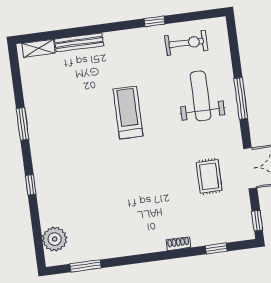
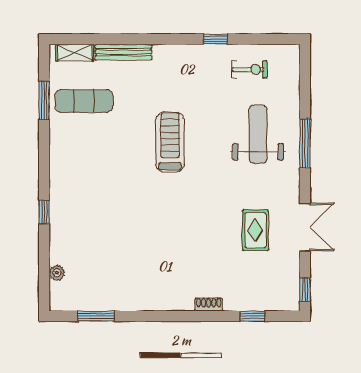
exercise bike: (186, 43) -> (249, 69), width x0.73, depth x0.72
exercise mat: (52, 88) -> (84, 101), added
window: (23, 124) -> (44, 100), moved
plant: (55, 239) -> (57, 273), width x0.53, depth x0.53

